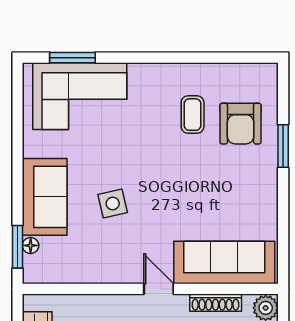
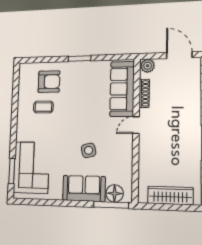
window: (283, 146) -> (80, 58), moved
floor lamp: (31, 245) -> (115, 193), width x1.89, depth x1.89
window: (17, 247) -> (111, 205), width x1.44

